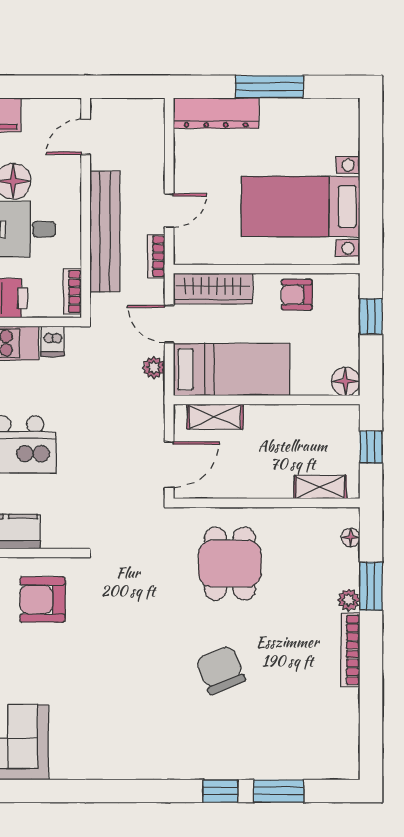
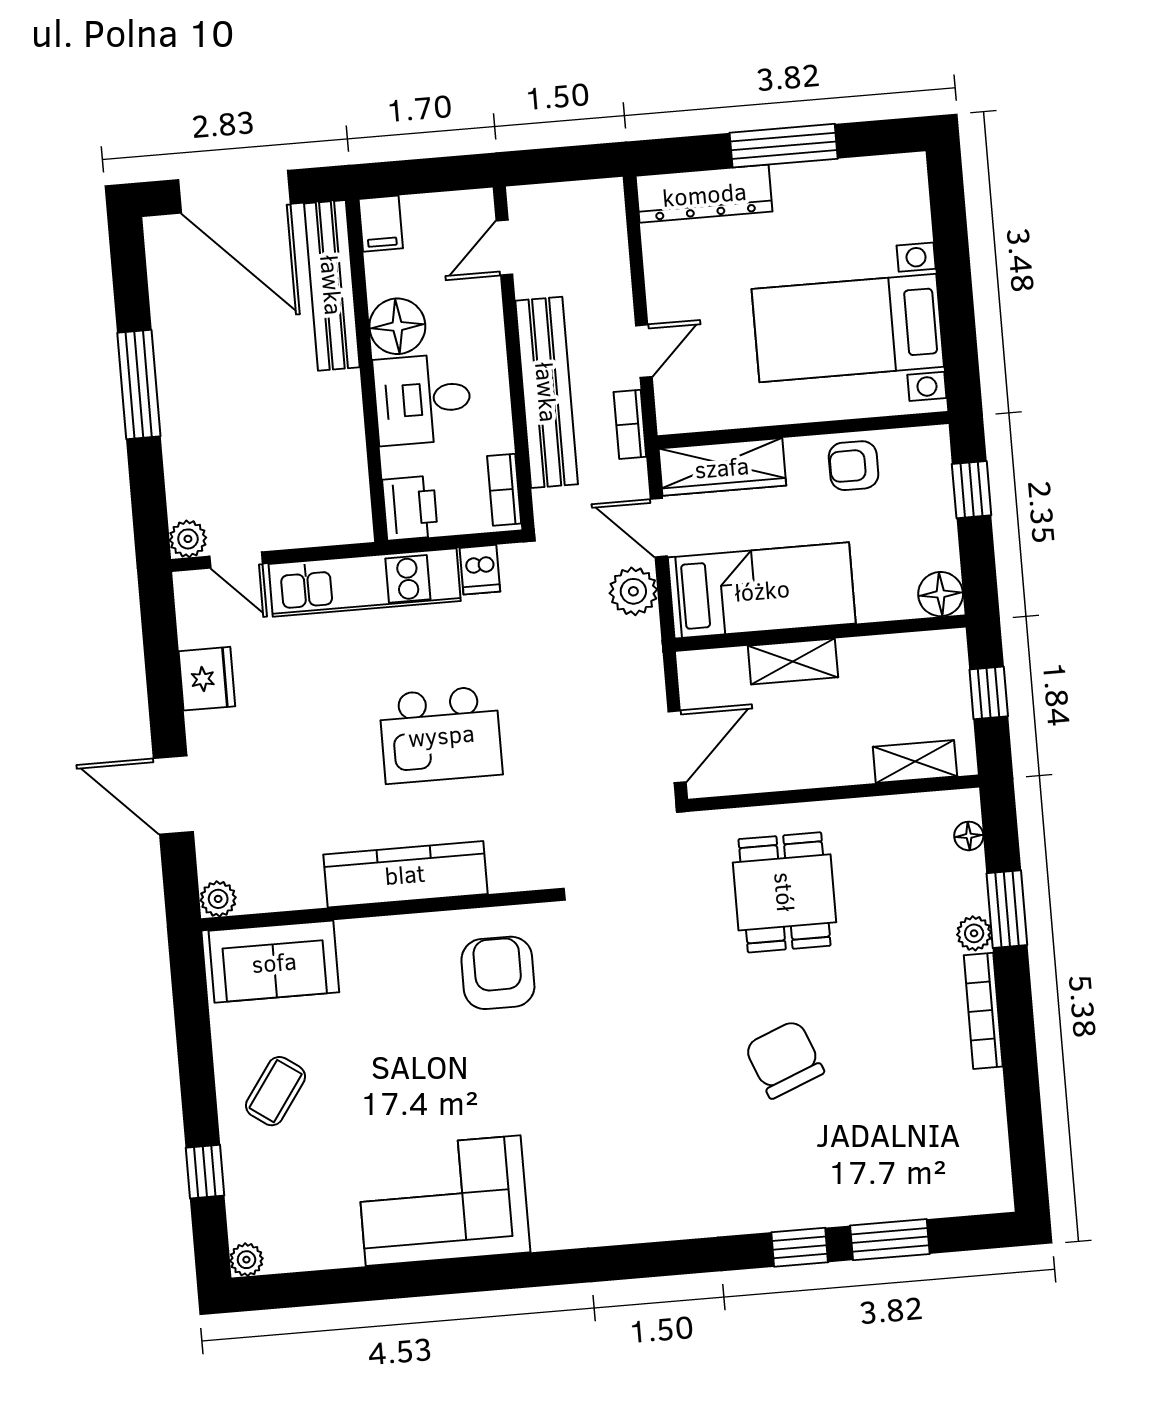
plant: (154, 367) -> (633, 591), width x1.38, depth x1.38
shelving: (215, 417) -> (793, 662), moved
armchair: (43, 600) -> (498, 973), turned 90

